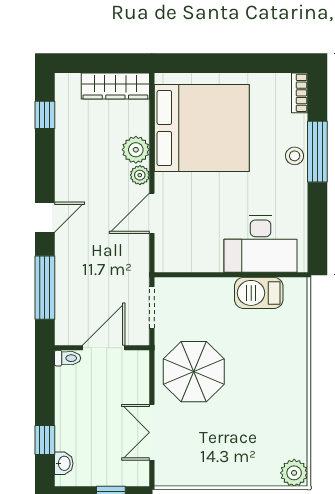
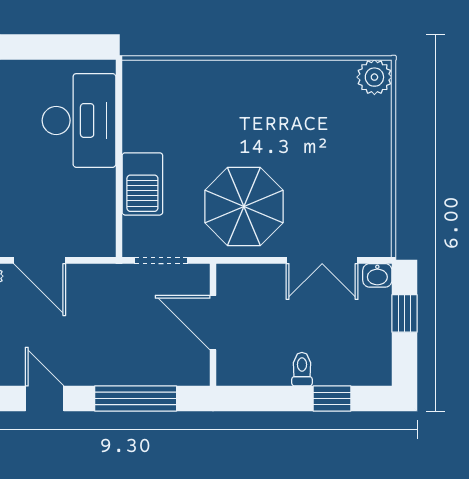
barbecue: (259, 293) -> (142, 184), moved
toilet: (68, 358) -> (302, 369), moved
washbasin: (64, 463) -> (377, 275), moved, turned 180

